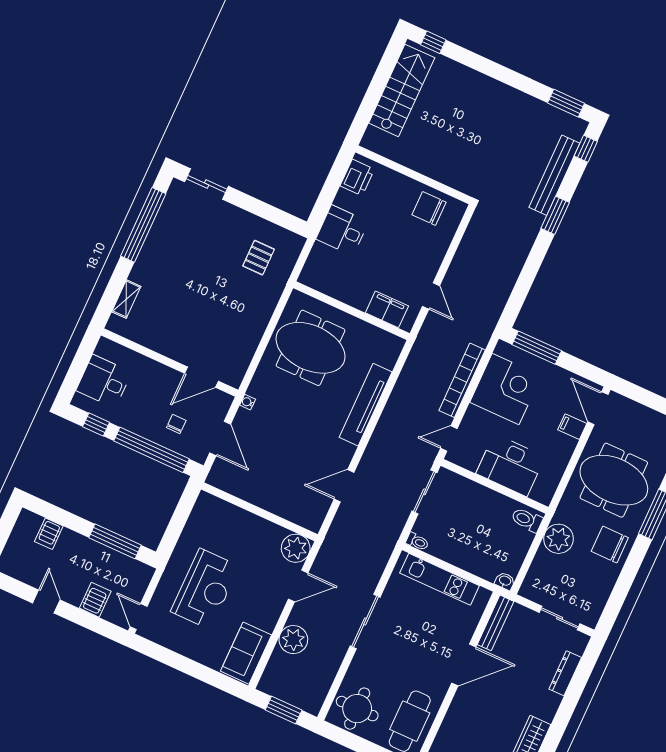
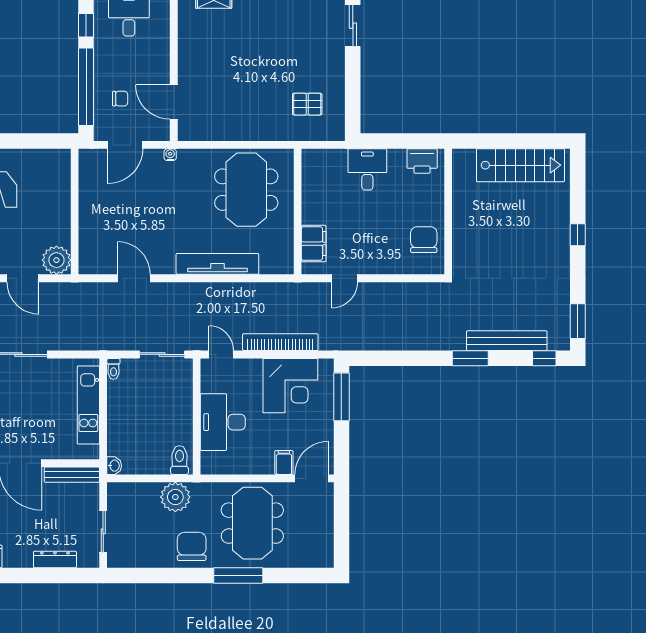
window: (433, 42) -> (578, 235), moved

